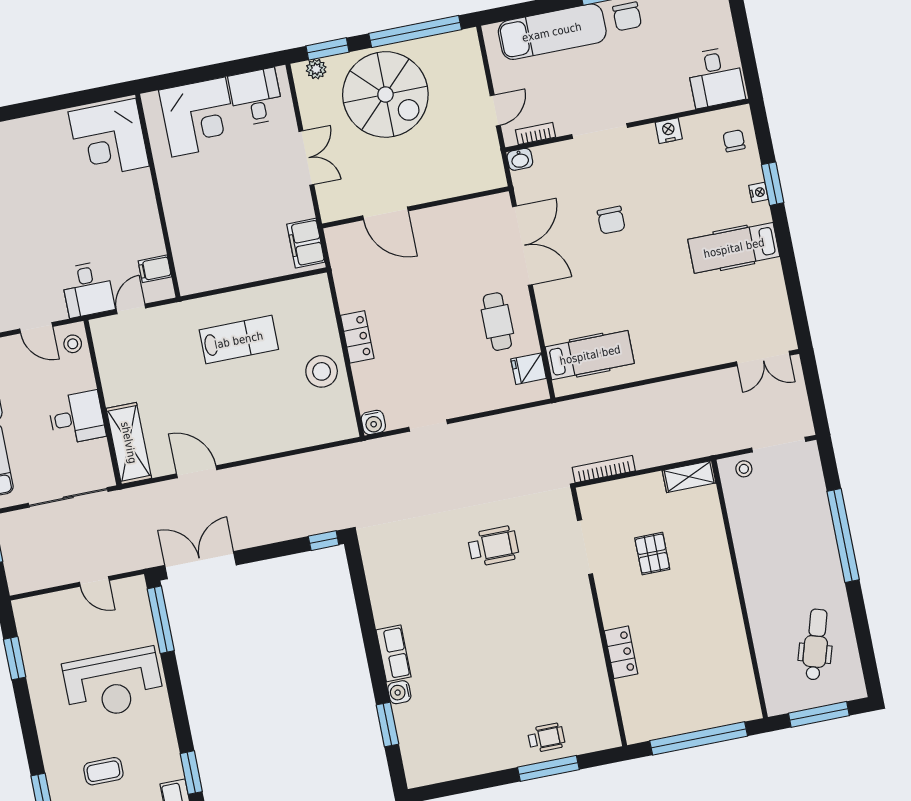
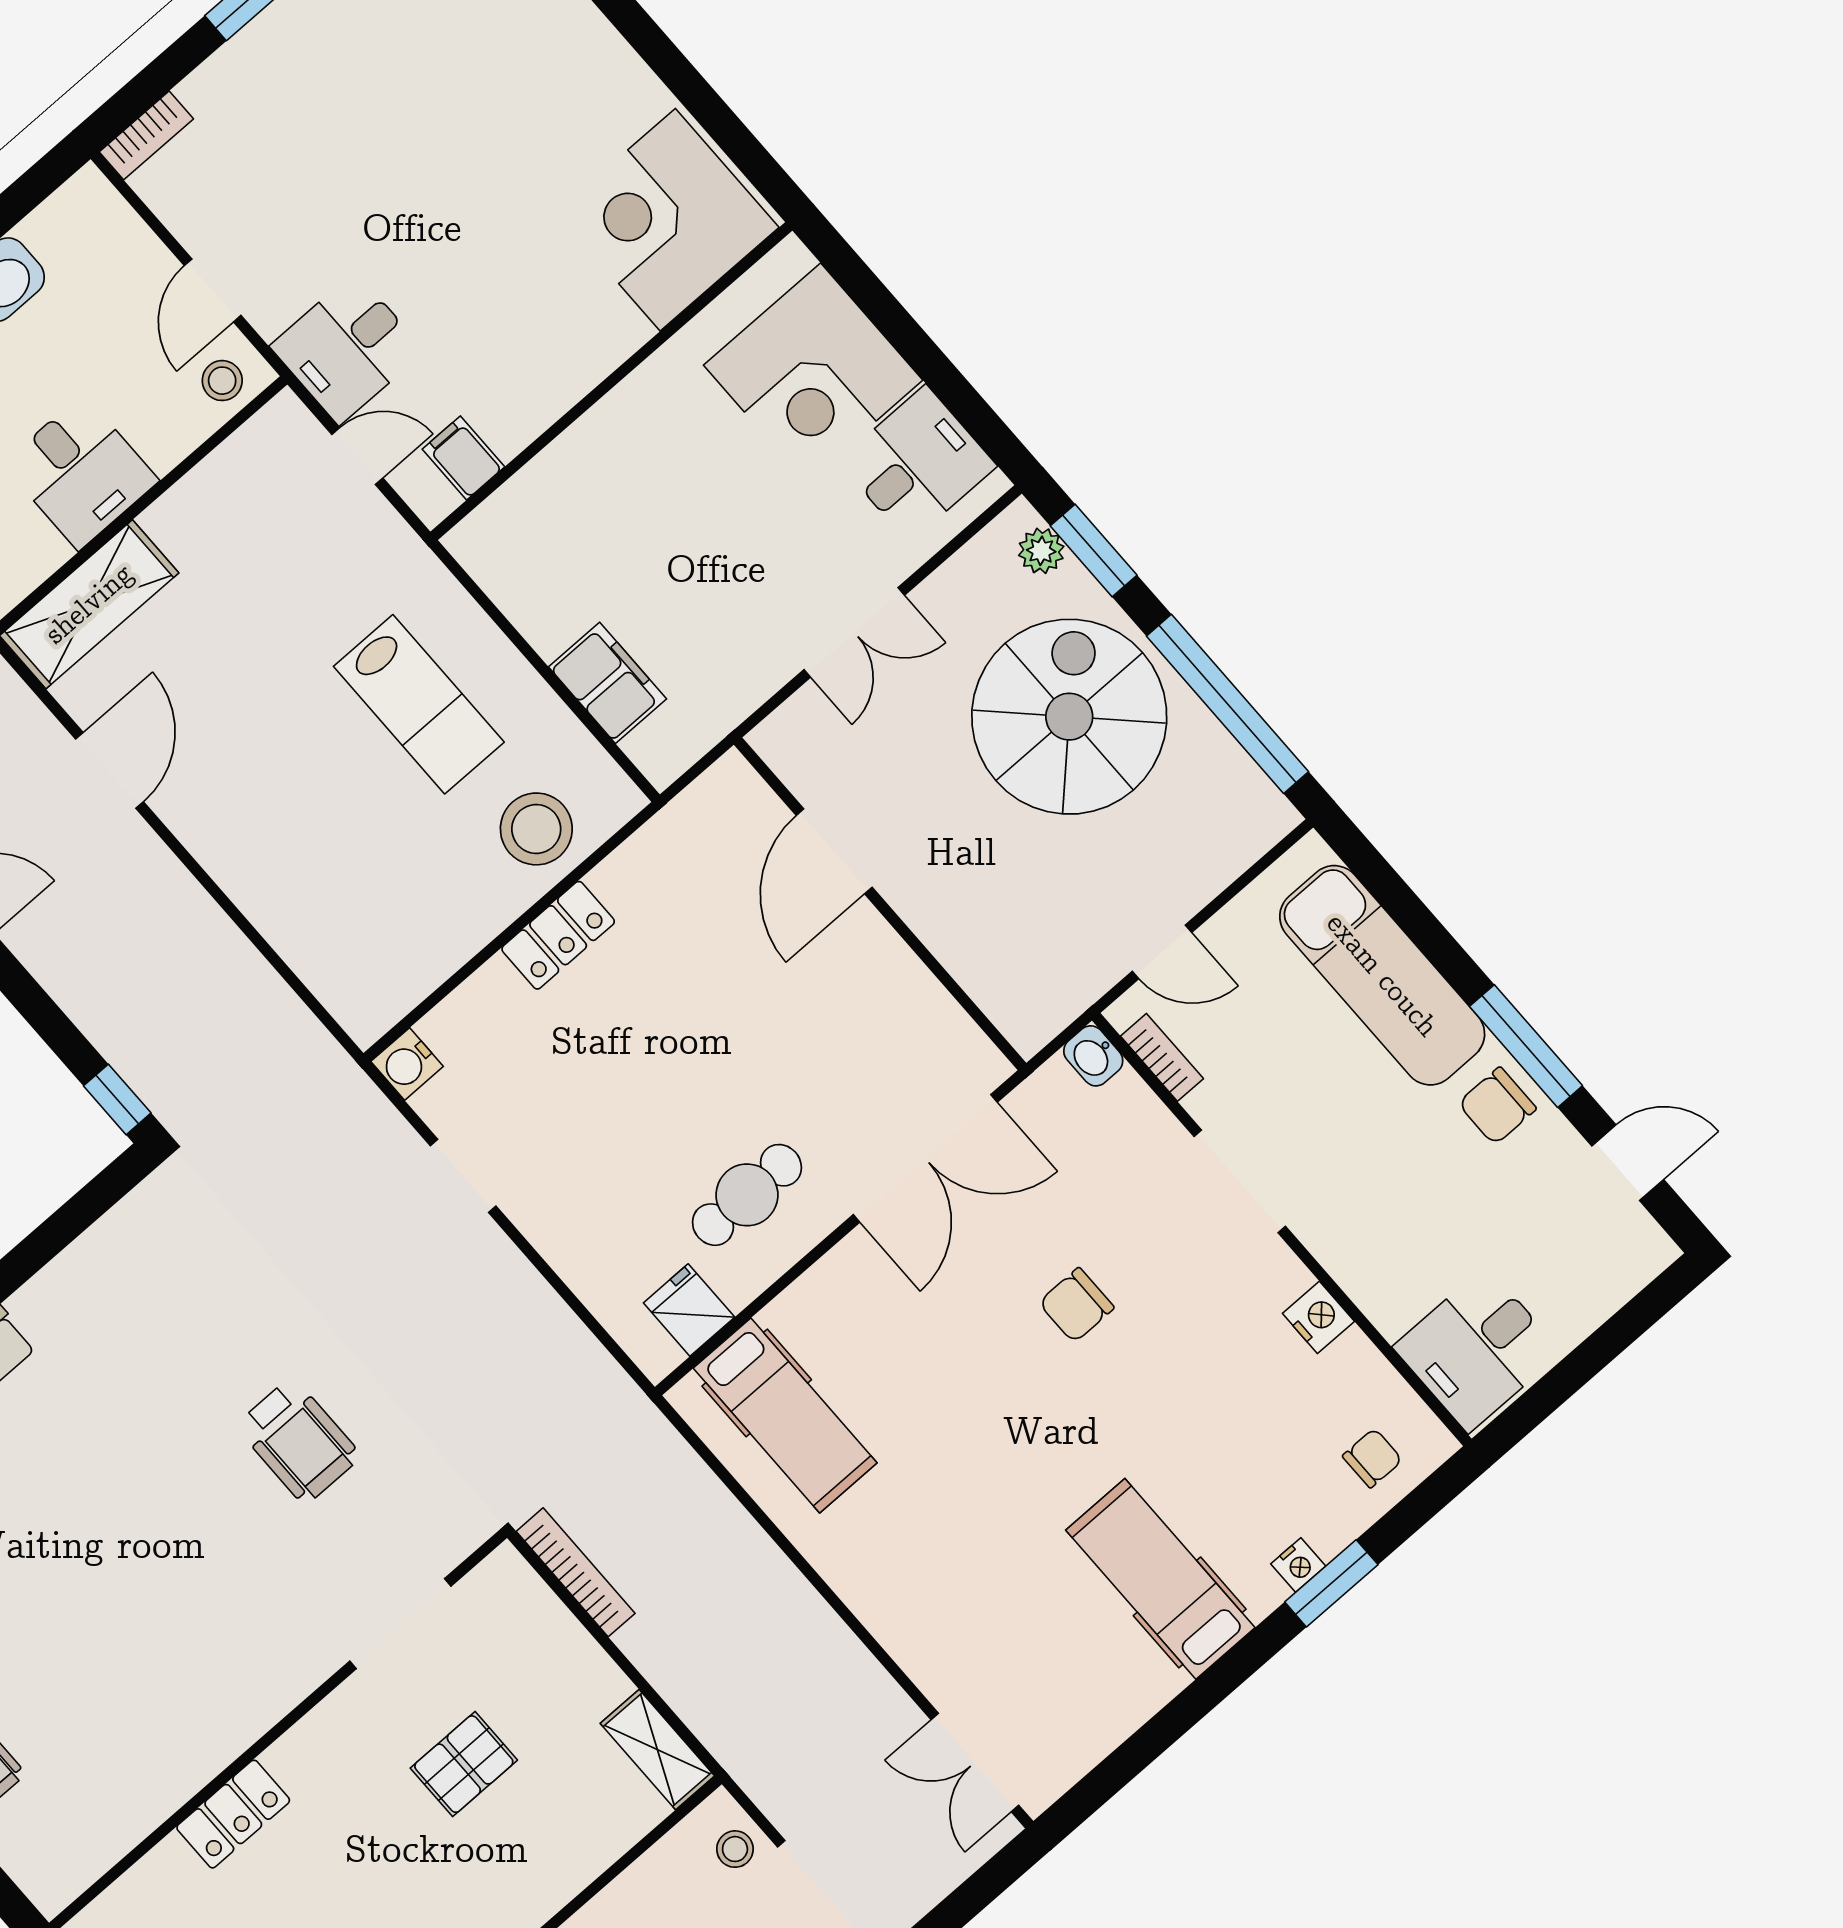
spiral stairs: (385, 94) -> (1069, 717), turned 180
filing cabinet: (306, 243) -> (608, 683), moved, turned 90
stool: (322, 371) -> (536, 829), moved

